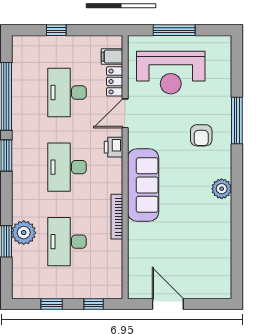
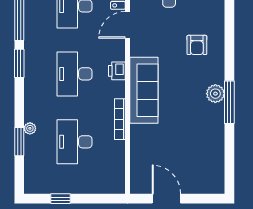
window: (237, 120) -> (229, 102), moved
printer: (113, 147) -> (117, 71), moved
plant: (24, 233) -> (30, 128), width x0.53, depth x0.53
window: (94, 304) -> (99, 199), removed

